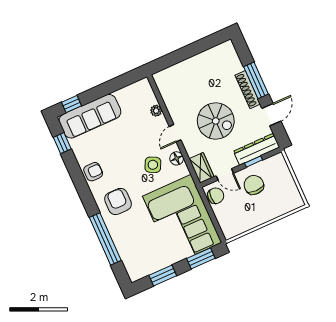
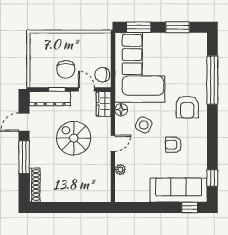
shoe rack: (248, 90) -> (35, 185), moved
floor lamp: (177, 158) -> (121, 110), moved
armchair: (93, 172) -> (173, 145), moved

